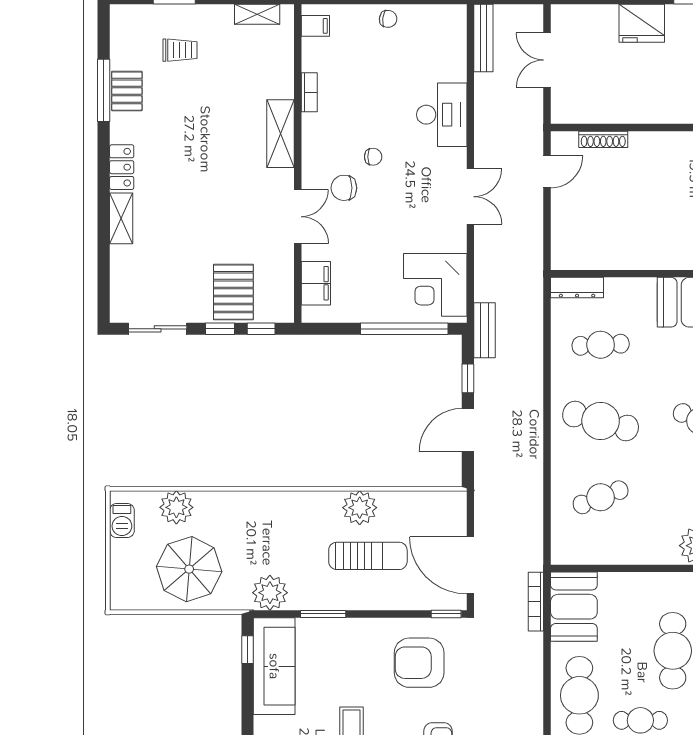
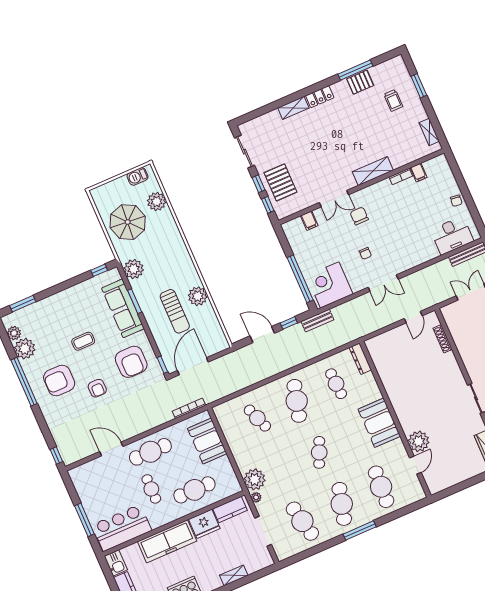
filing cabinet: (315, 26) -> (419, 172), moved
desk: (442, 115) -> (452, 235), moved
chair: (373, 157) -> (365, 253), moved
door: (547, 172) -> (413, 317), hinge flipped
filing cabinet: (316, 283) -> (309, 221), width x0.50
pallet: (233, 292) -> (280, 182), turned 90
booth: (574, 607) -> (207, 441), moved, turned 90
armchair: (419, 663) -> (131, 362), turned 180
sofa: (274, 666) -> (123, 308), moved, turned 90

